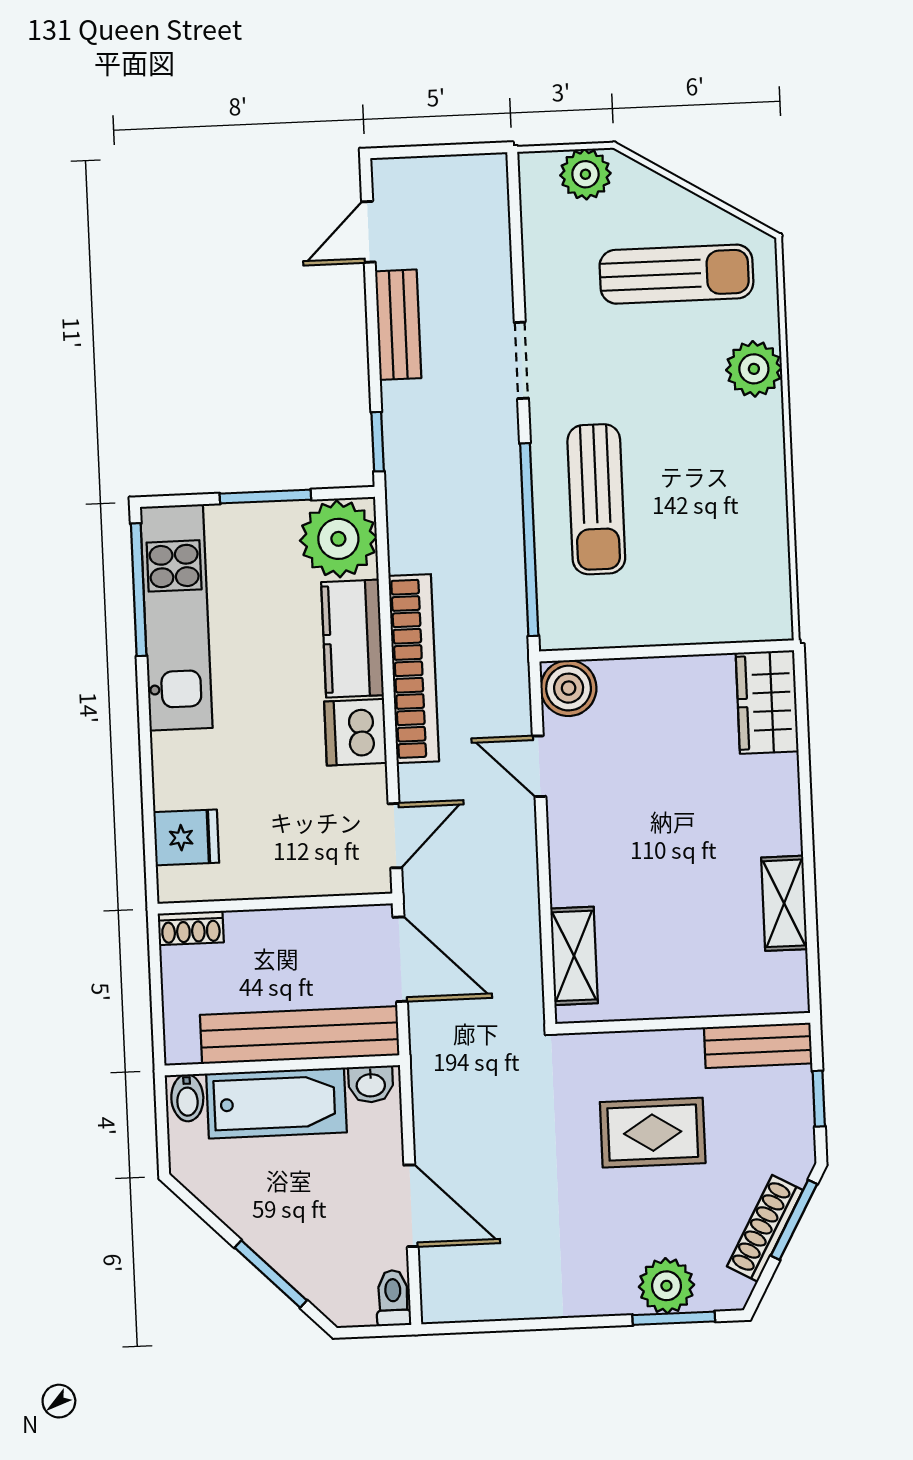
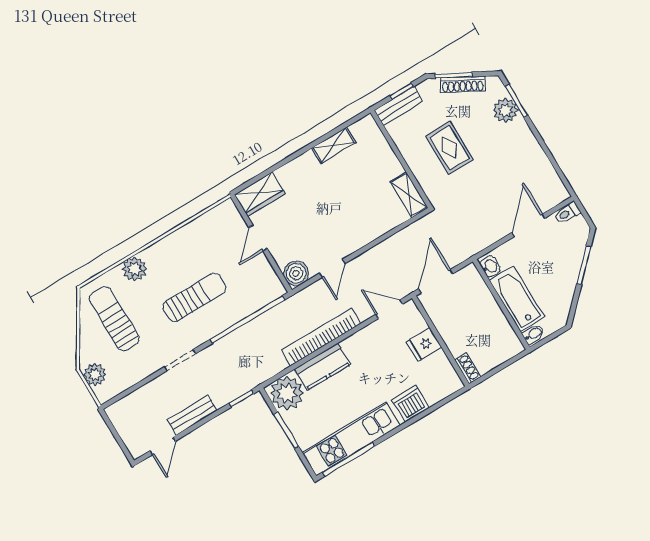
door: (368, 232) -> (163, 446), hinge flipped
sun lounger: (596, 499) -> (194, 297), moved
door: (681, 650) -> (258, 238), added
dishwasher: (355, 732) -> (411, 404), moved, turned 180
fridge: (186, 837) -> (424, 345), moved, turned -90
shelving: (574, 956) -> (409, 195), moved, turned 90
bench: (300, 1035) -> (486, 304), removed
bench: (758, 1045) -> (399, 106), moved, turned 90

